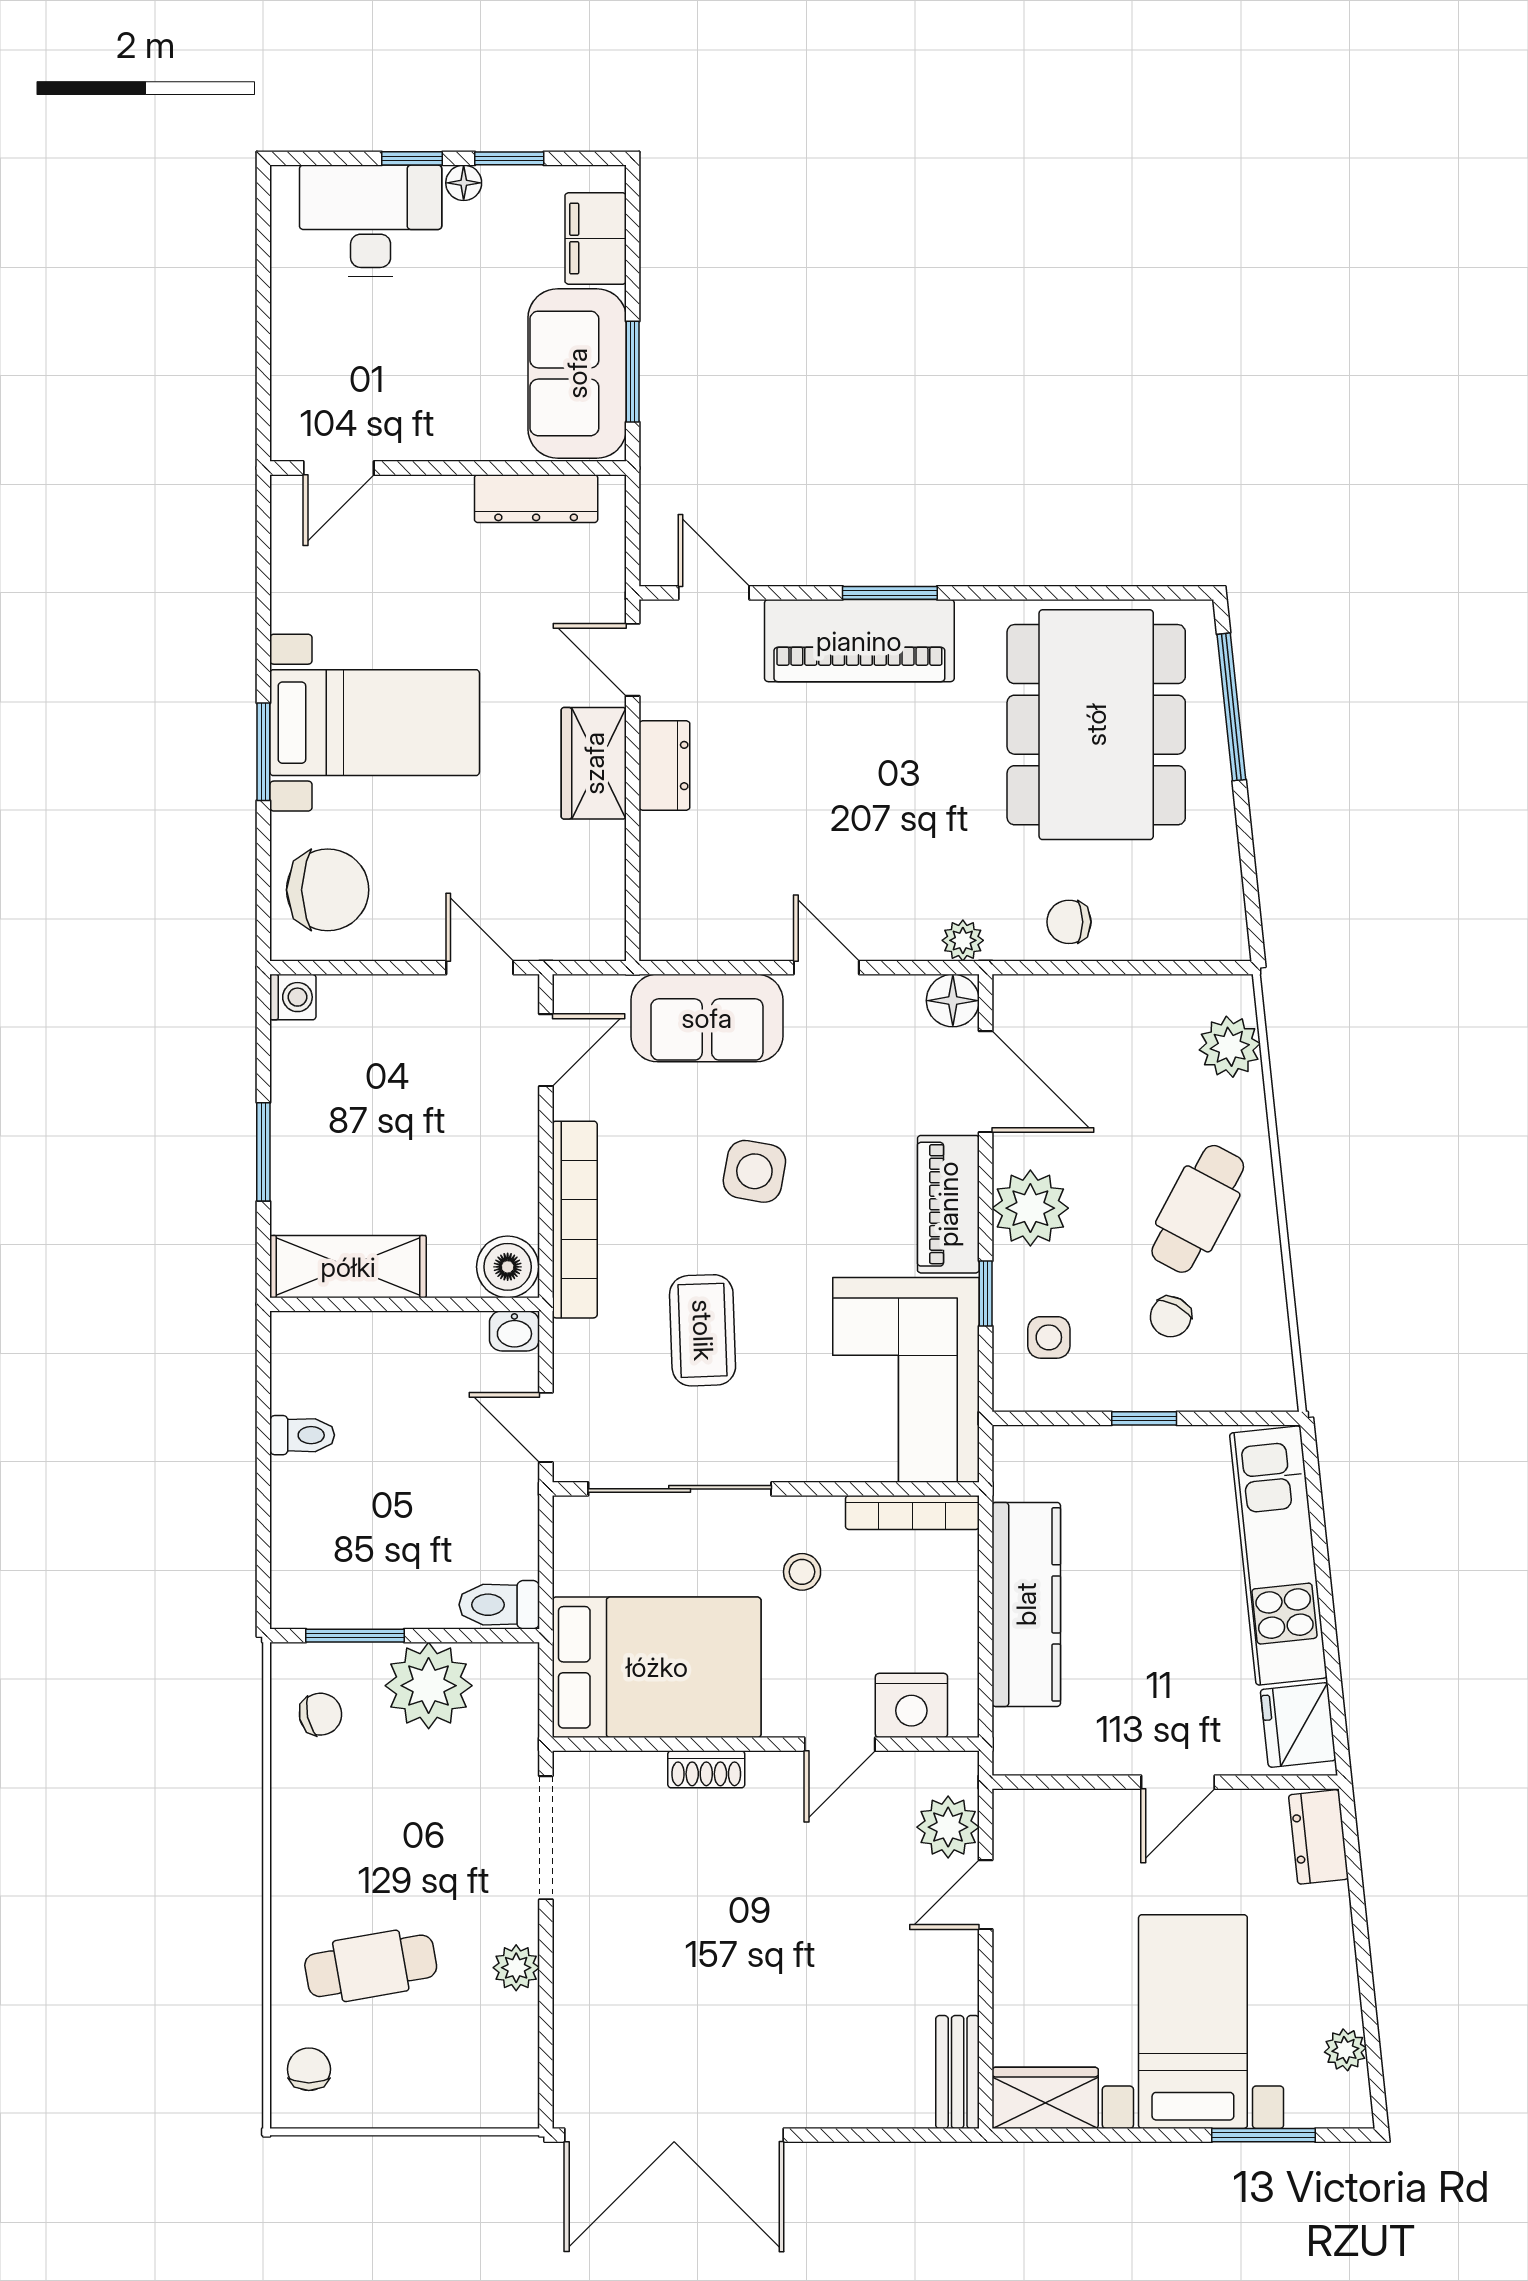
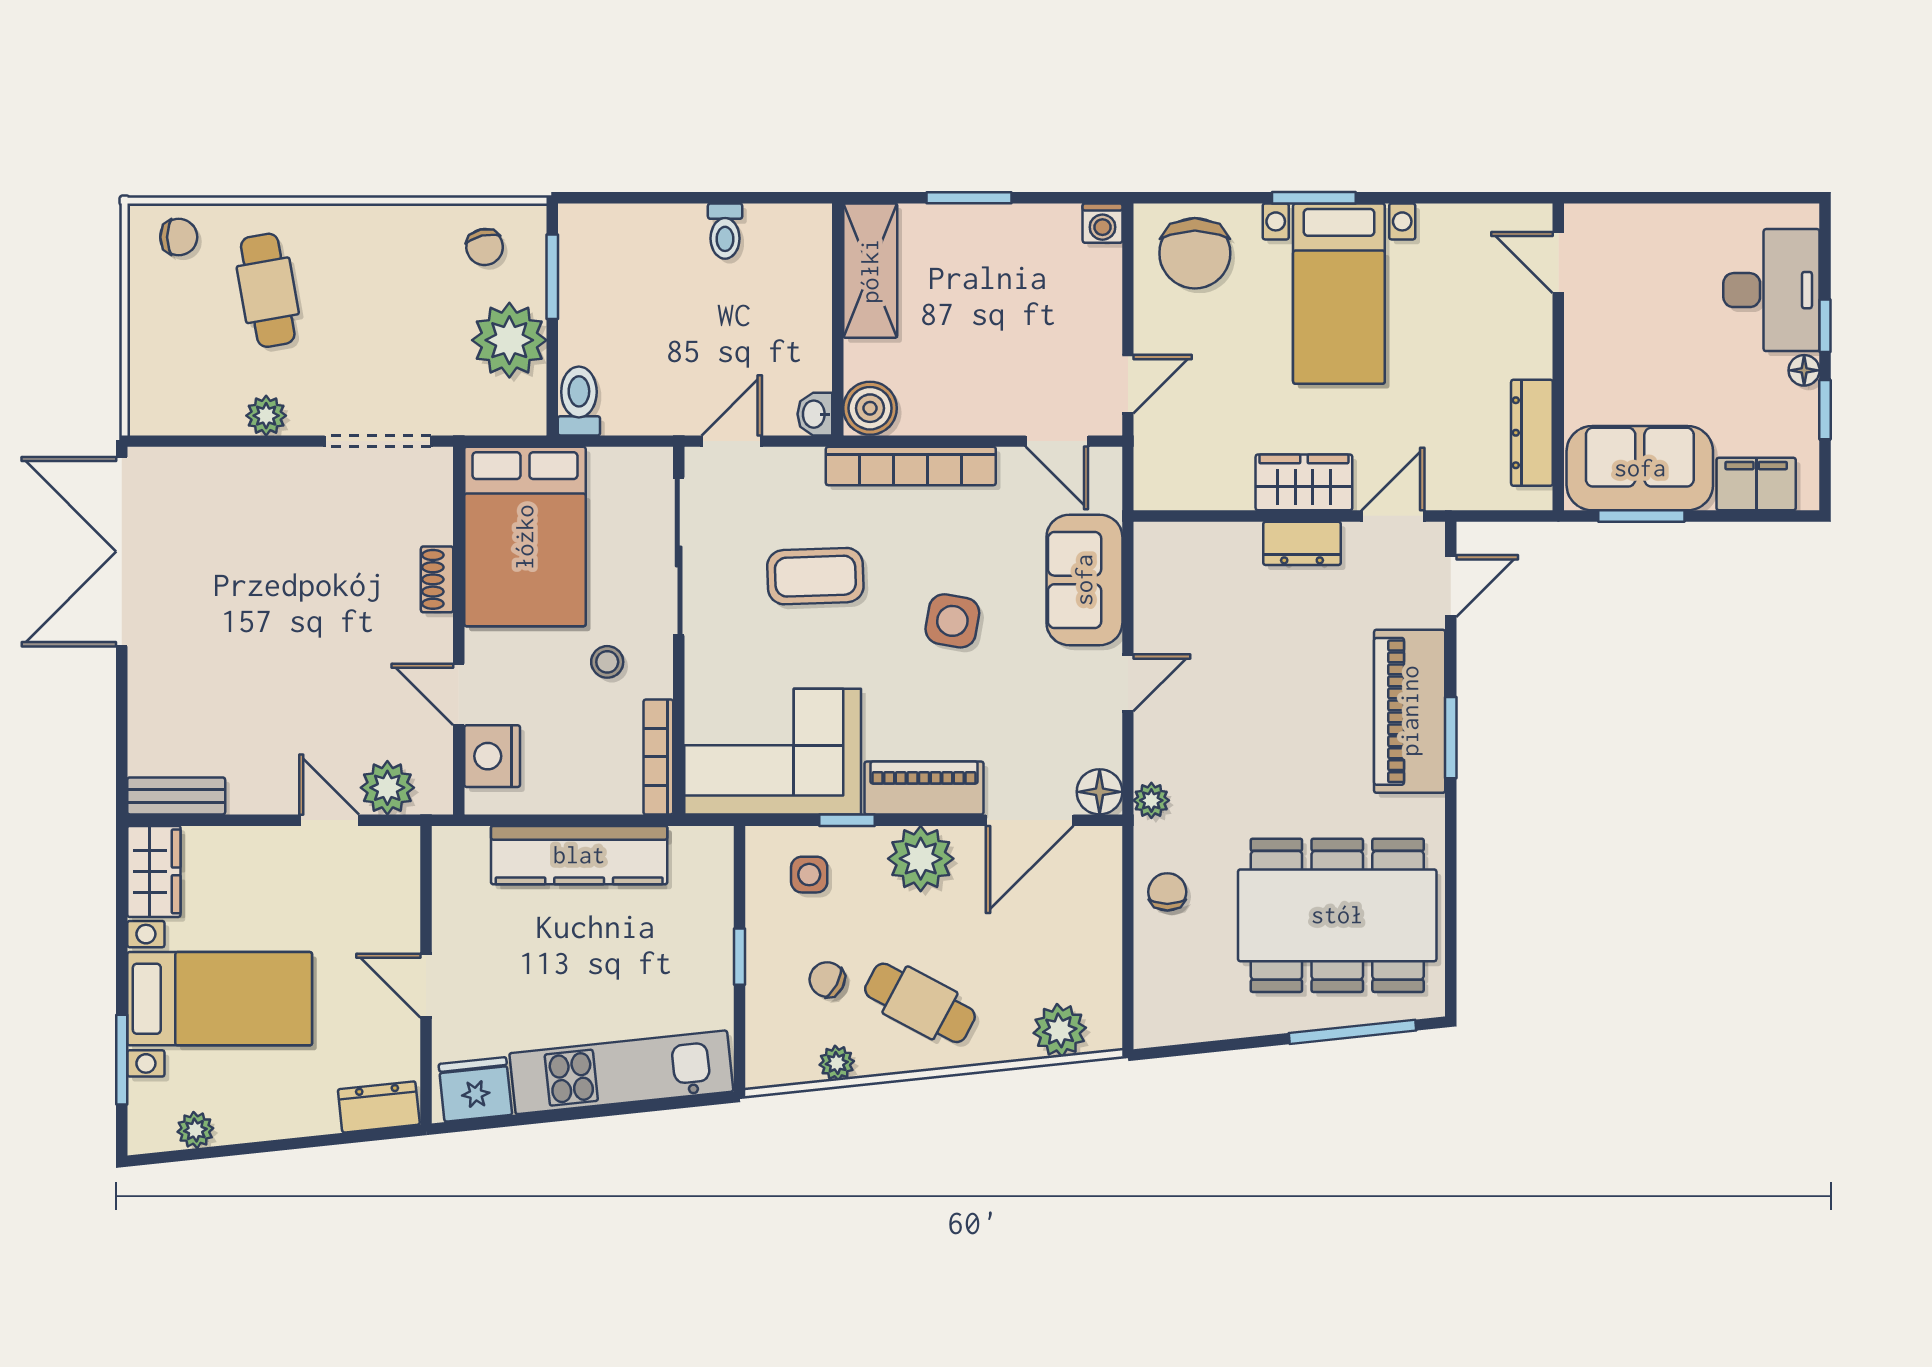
plant: (1268, 1305) -> (837, 1063), added

